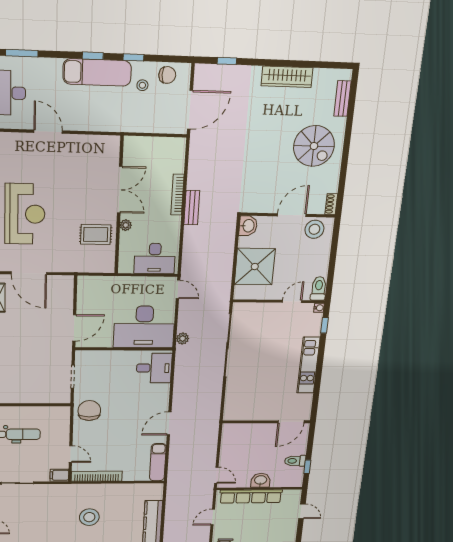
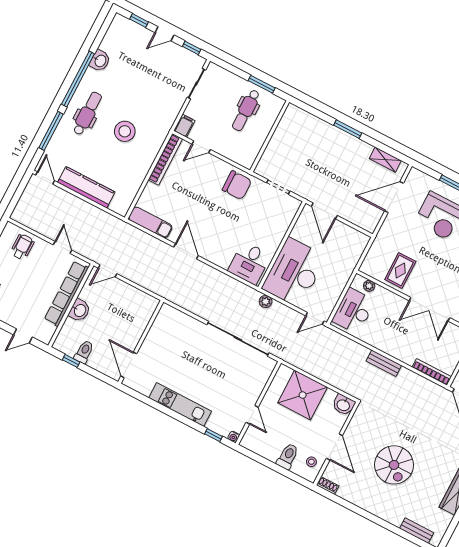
spiral stairs: (314, 146) -> (394, 465), moved, turned -90
bookcase: (177, 195) -> (432, 372), moved
plant: (126, 225) -> (369, 286), moved
stool: (314, 229) -> (311, 462), width x0.53, depth x0.53
toilet: (319, 288) -> (288, 456), moved, turned -90

